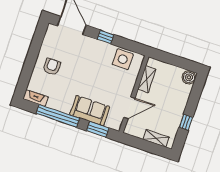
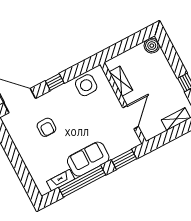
armchair: (52, 67) -> (46, 127), moved, turned 180
fireplace: (36, 98) -> (61, 180), moved
sofa: (90, 111) -> (88, 159), moved

